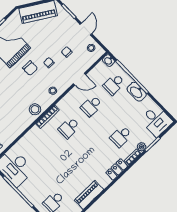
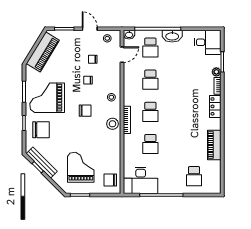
chair: (30, 68) -> (85, 111), moved
door: (80, 79) -> (122, 55), moved
school desk: (121, 136) -> (150, 144), moved

